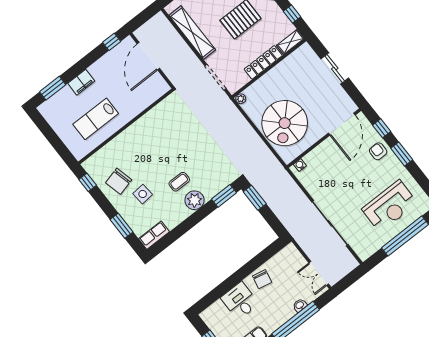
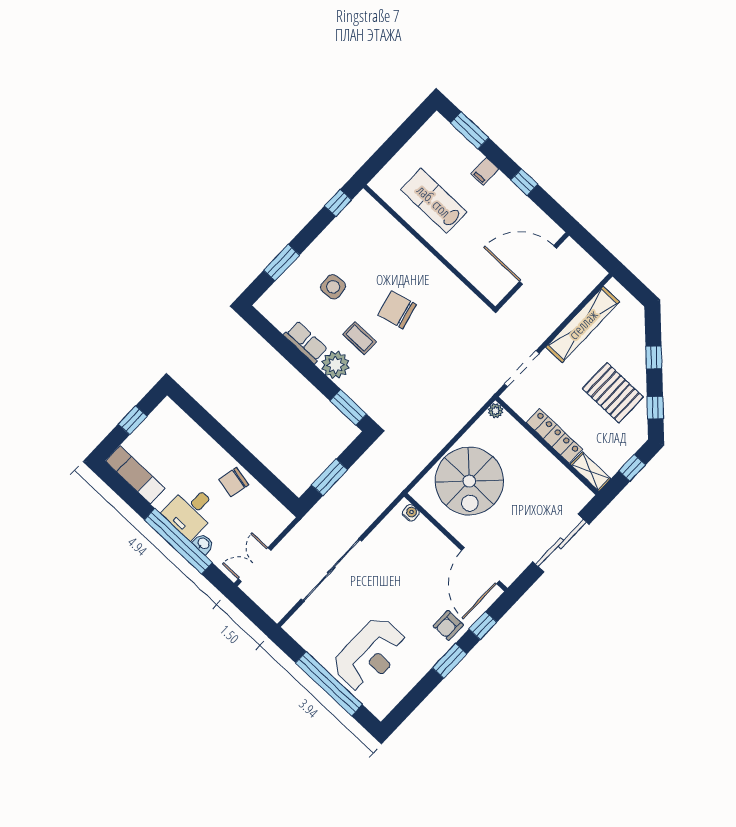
window: (112, 42) -> (524, 182), moved
sliding door: (335, 69) -> (561, 543), width x1.37
filing cabinet: (81, 82) -> (485, 171), width x0.50
spiral stairs: (285, 123) -> (469, 481), turned -90
door: (342, 124) -> (480, 566), hinge flipped
armchair: (378, 151) -> (448, 625), turned 180
chair: (119, 181) -> (397, 310), moved
window: (255, 198) -> (329, 477), moved
reception desk: (390, 206) -> (370, 654), turned -90
row of seats: (154, 235) -> (306, 342), moved
desk: (240, 301) -> (191, 511), moved, turned 180

